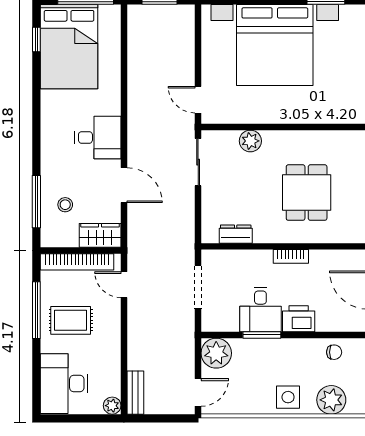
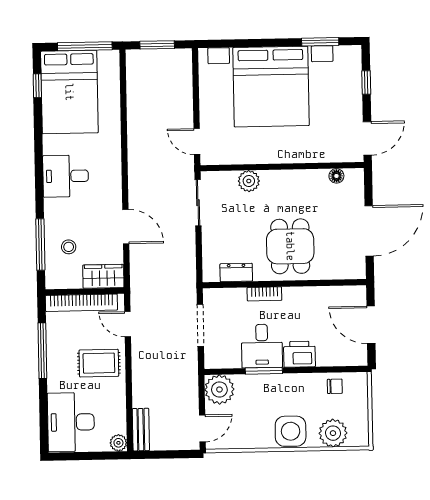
desk: (98, 137) -> (66, 176), moved, turned 180
floor lamp: (340, 138) -> (336, 176), added
dining table: (307, 193) -> (290, 246), moved
bookcase: (291, 256) -> (264, 294), moved
rug: (71, 320) -> (99, 363), moved
side table: (288, 397) -> (291, 431), width x1.37, depth x1.37

